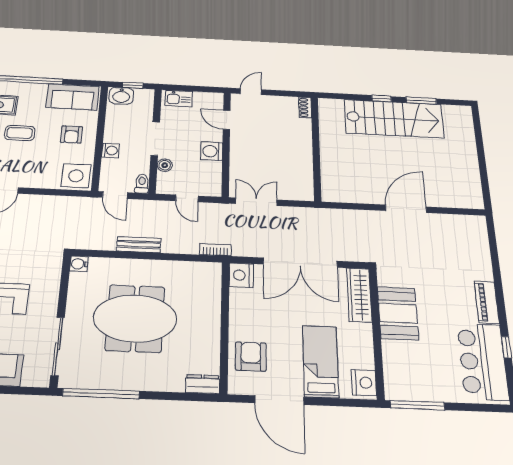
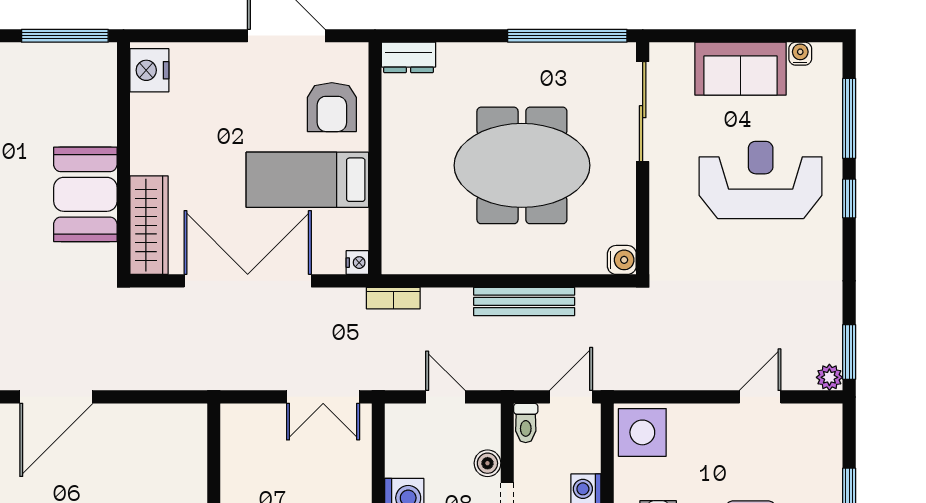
door: (115, 195) -> (571, 397), hinge flipped
bench: (139, 245) -> (524, 301), width x1.36
nightstand: (241, 275) -> (357, 263), width x0.53, depth x0.56
bed: (321, 361) -> (307, 180), moved, turned 90

